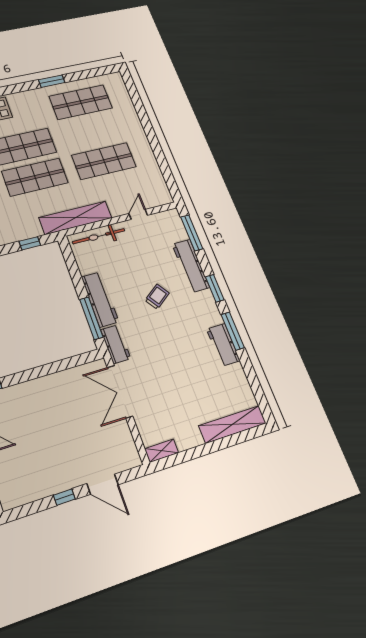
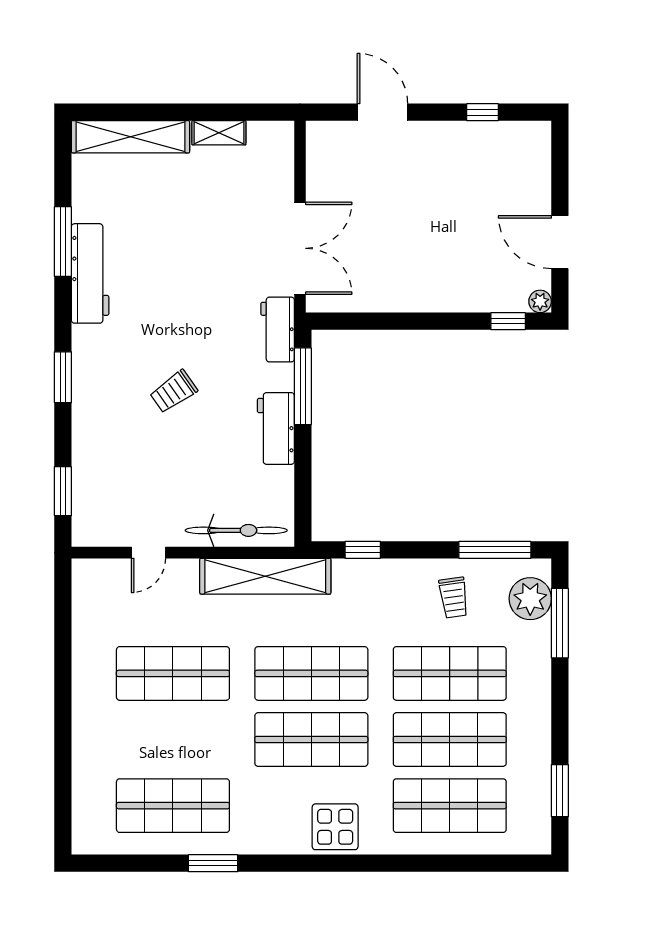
window: (192, 233) -> (63, 491), width x0.69
workbench: (191, 266) -> (90, 430), removed
workbench: (100, 299) -> (276, 428), width x0.73
window: (233, 331) -> (63, 242), moved
workbench: (223, 345) -> (90, 273), width x1.37
shelving: (162, 451) -> (219, 133), moved
window: (64, 497) -> (482, 112), moved

